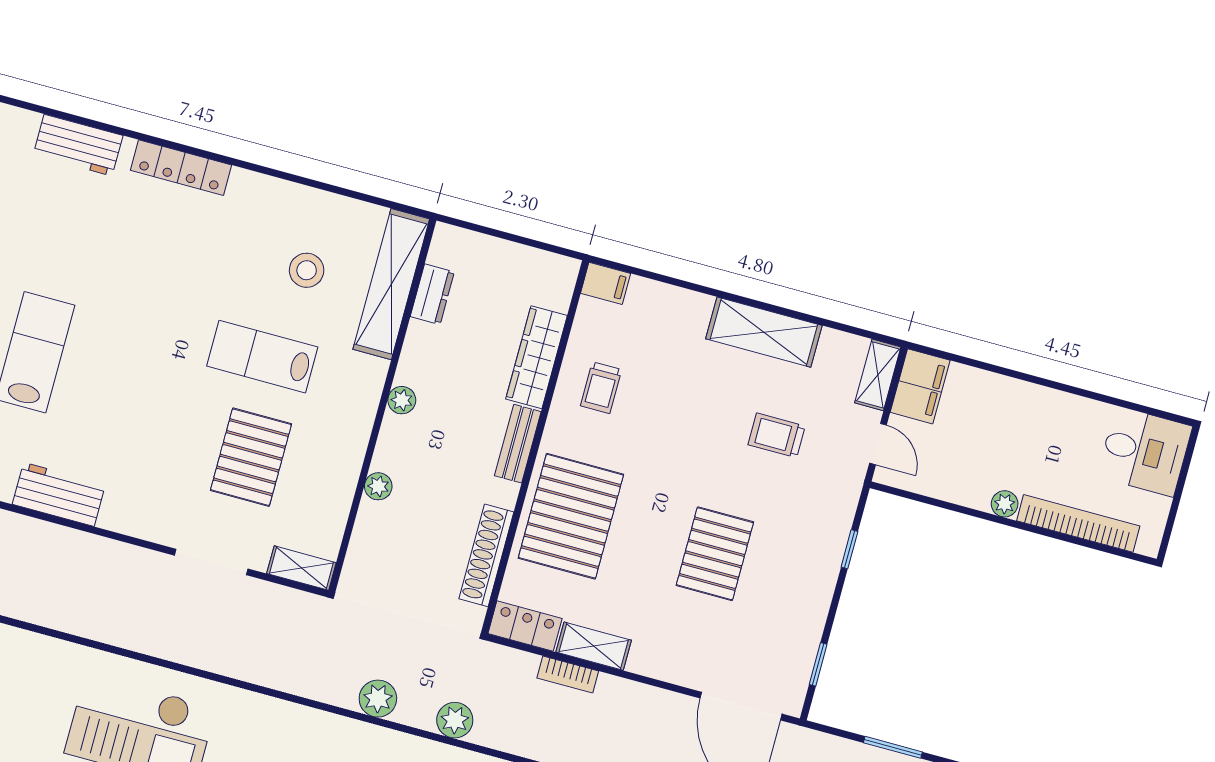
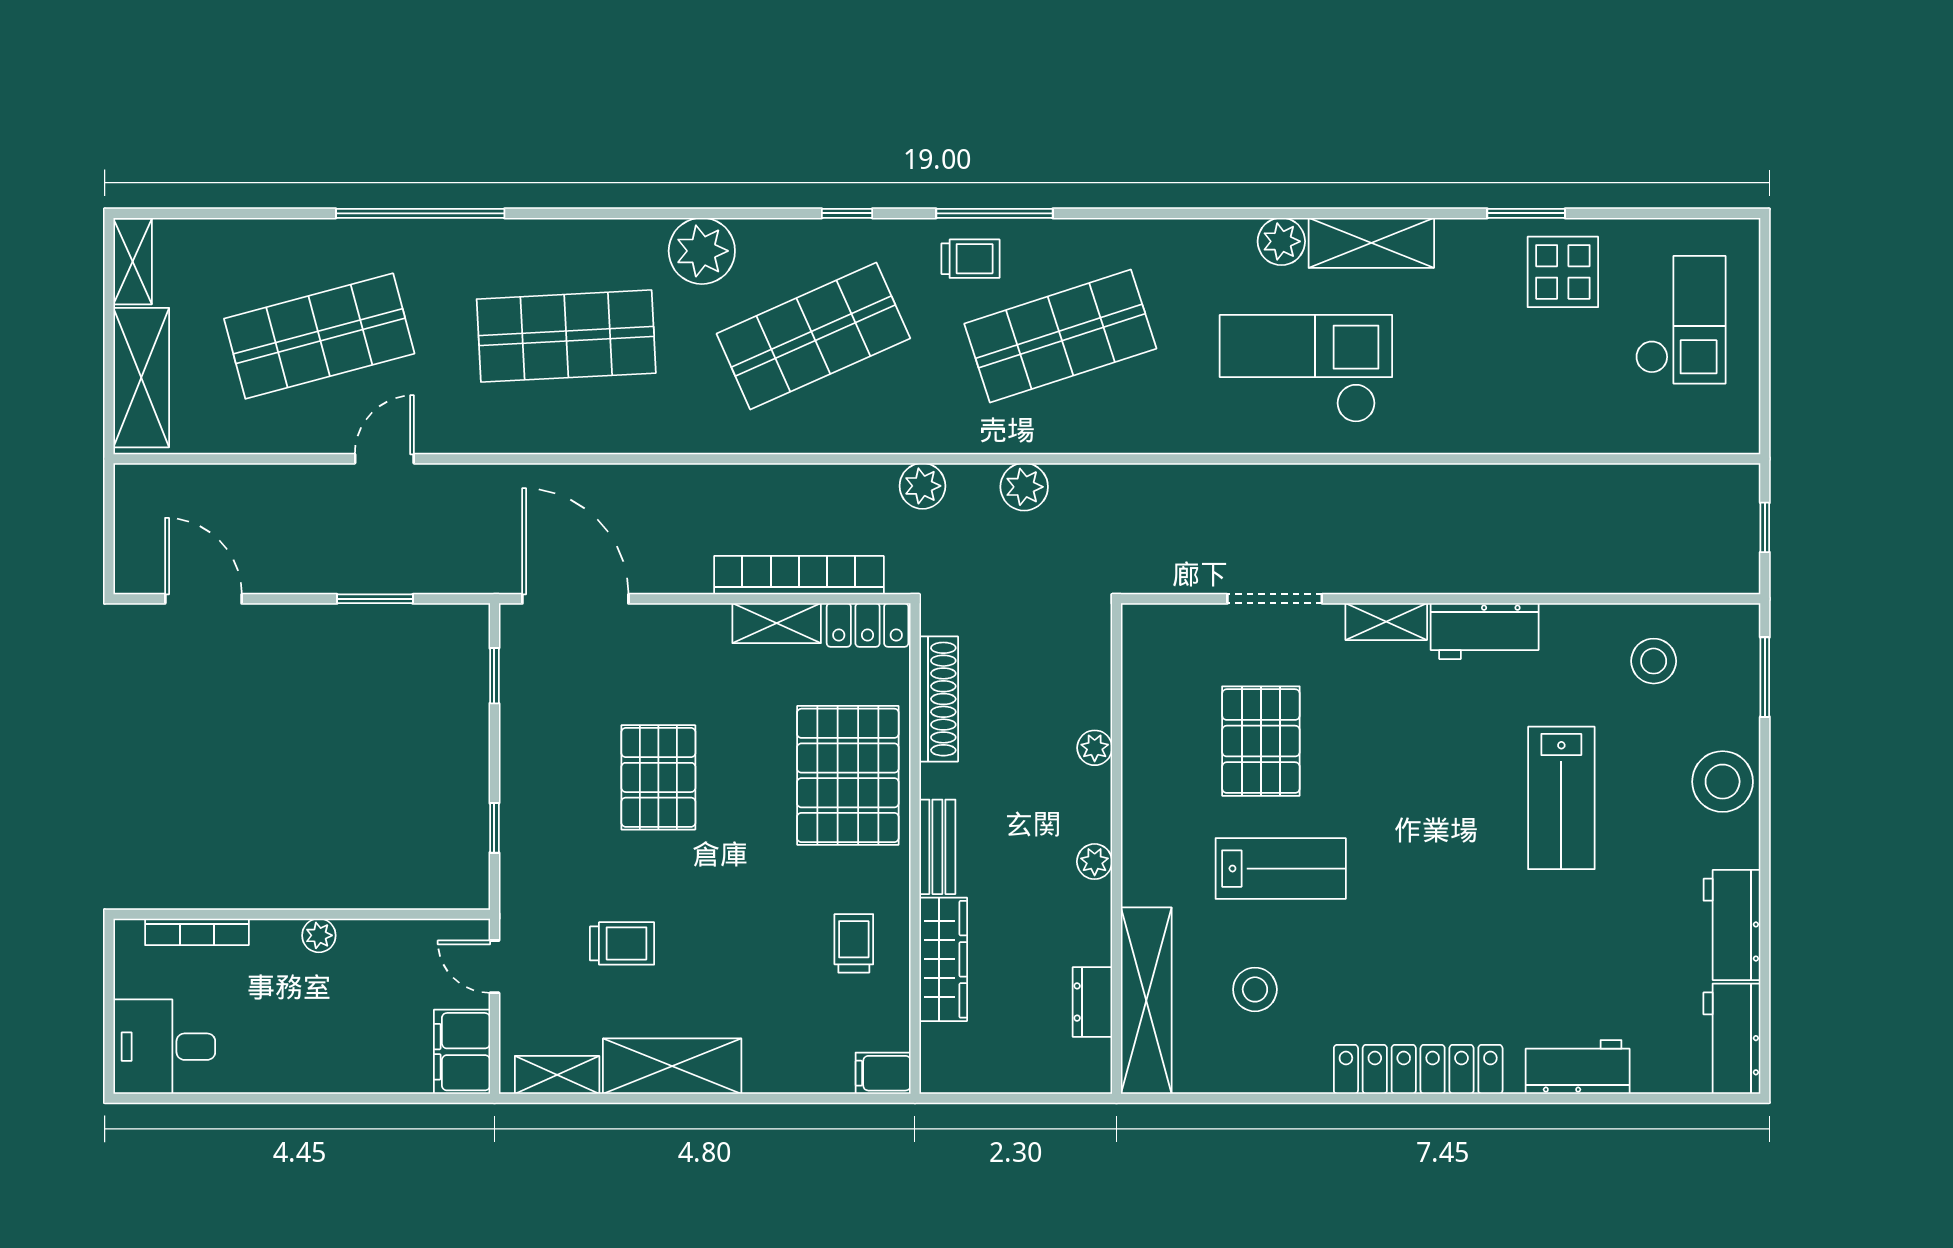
locker: (181, 168) -> (1418, 1069), width x1.41, depth x1.21
shelving: (878, 375) -> (557, 1075), moved, turned 90
bookcase: (1078, 523) -> (197, 932), width x0.68, depth x0.76
shelving: (301, 568) -> (1386, 622), moved
bookcase: (568, 674) -> (799, 575), width x2.31, depth x1.31

